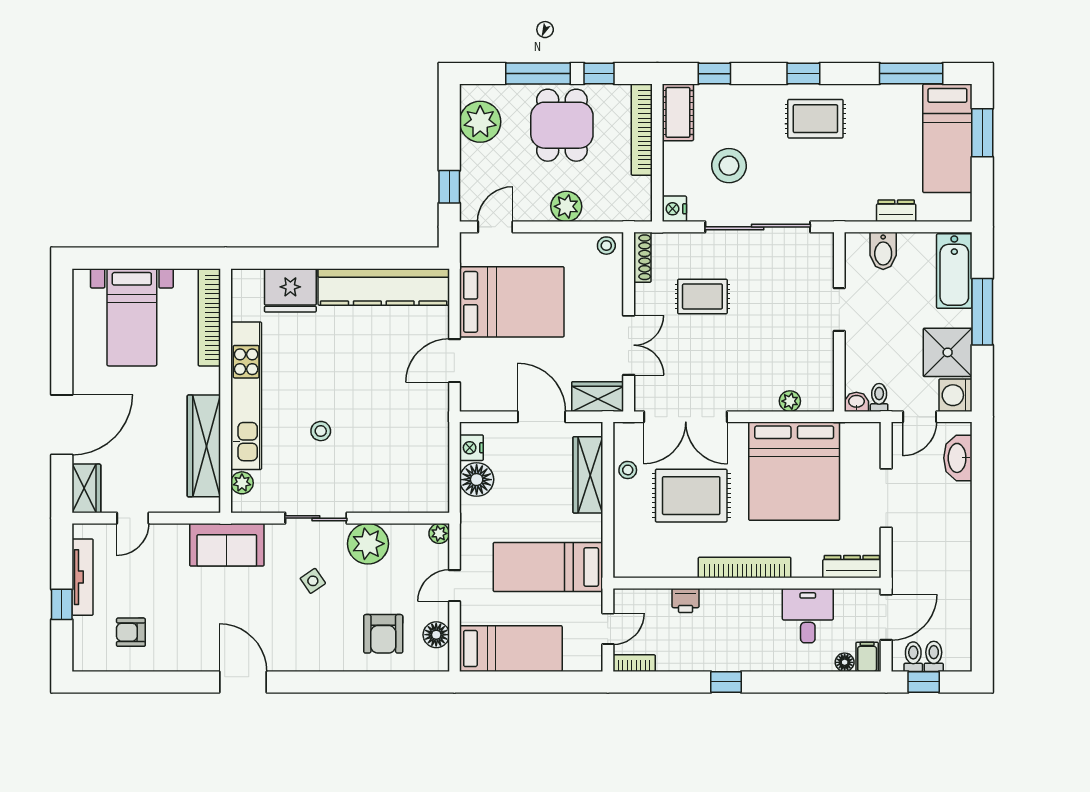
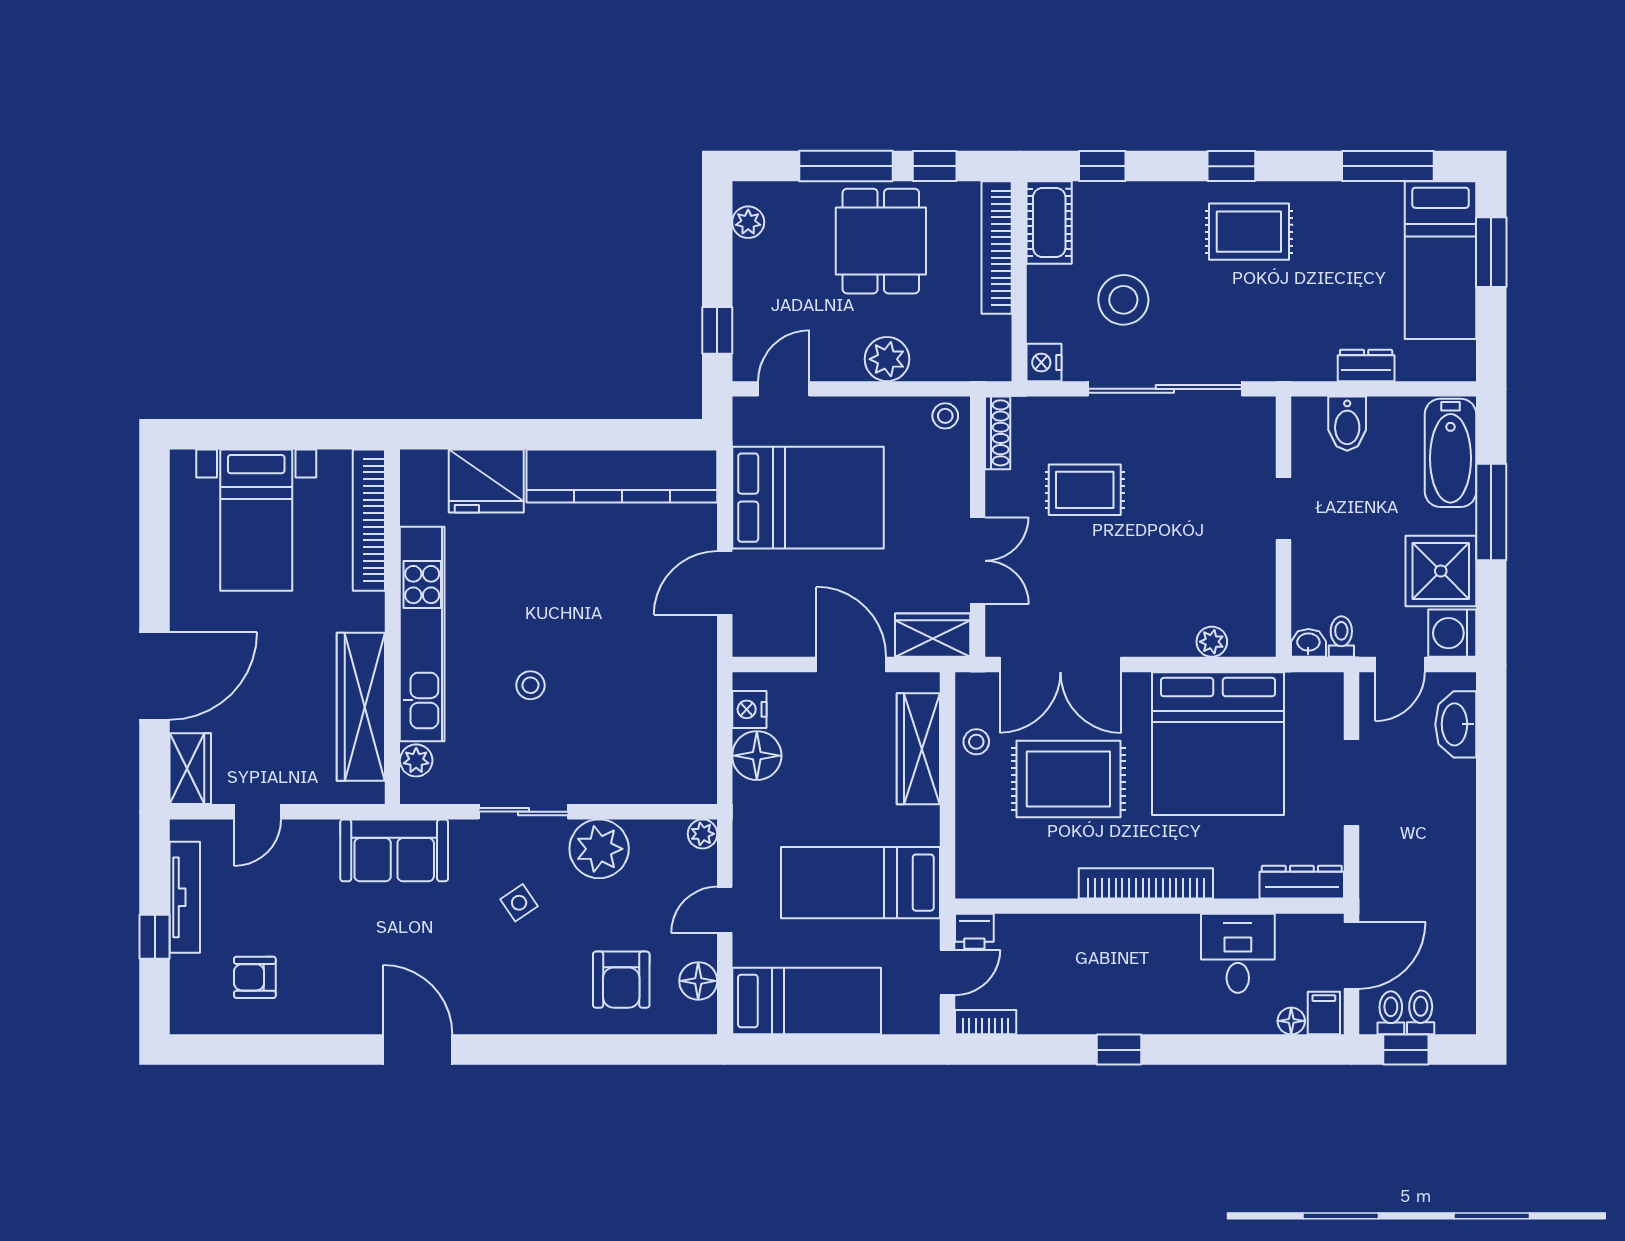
plant: (480, 122) -> (748, 222), width x0.53, depth x0.53
printer: (686, 600) -> (974, 931), moved

